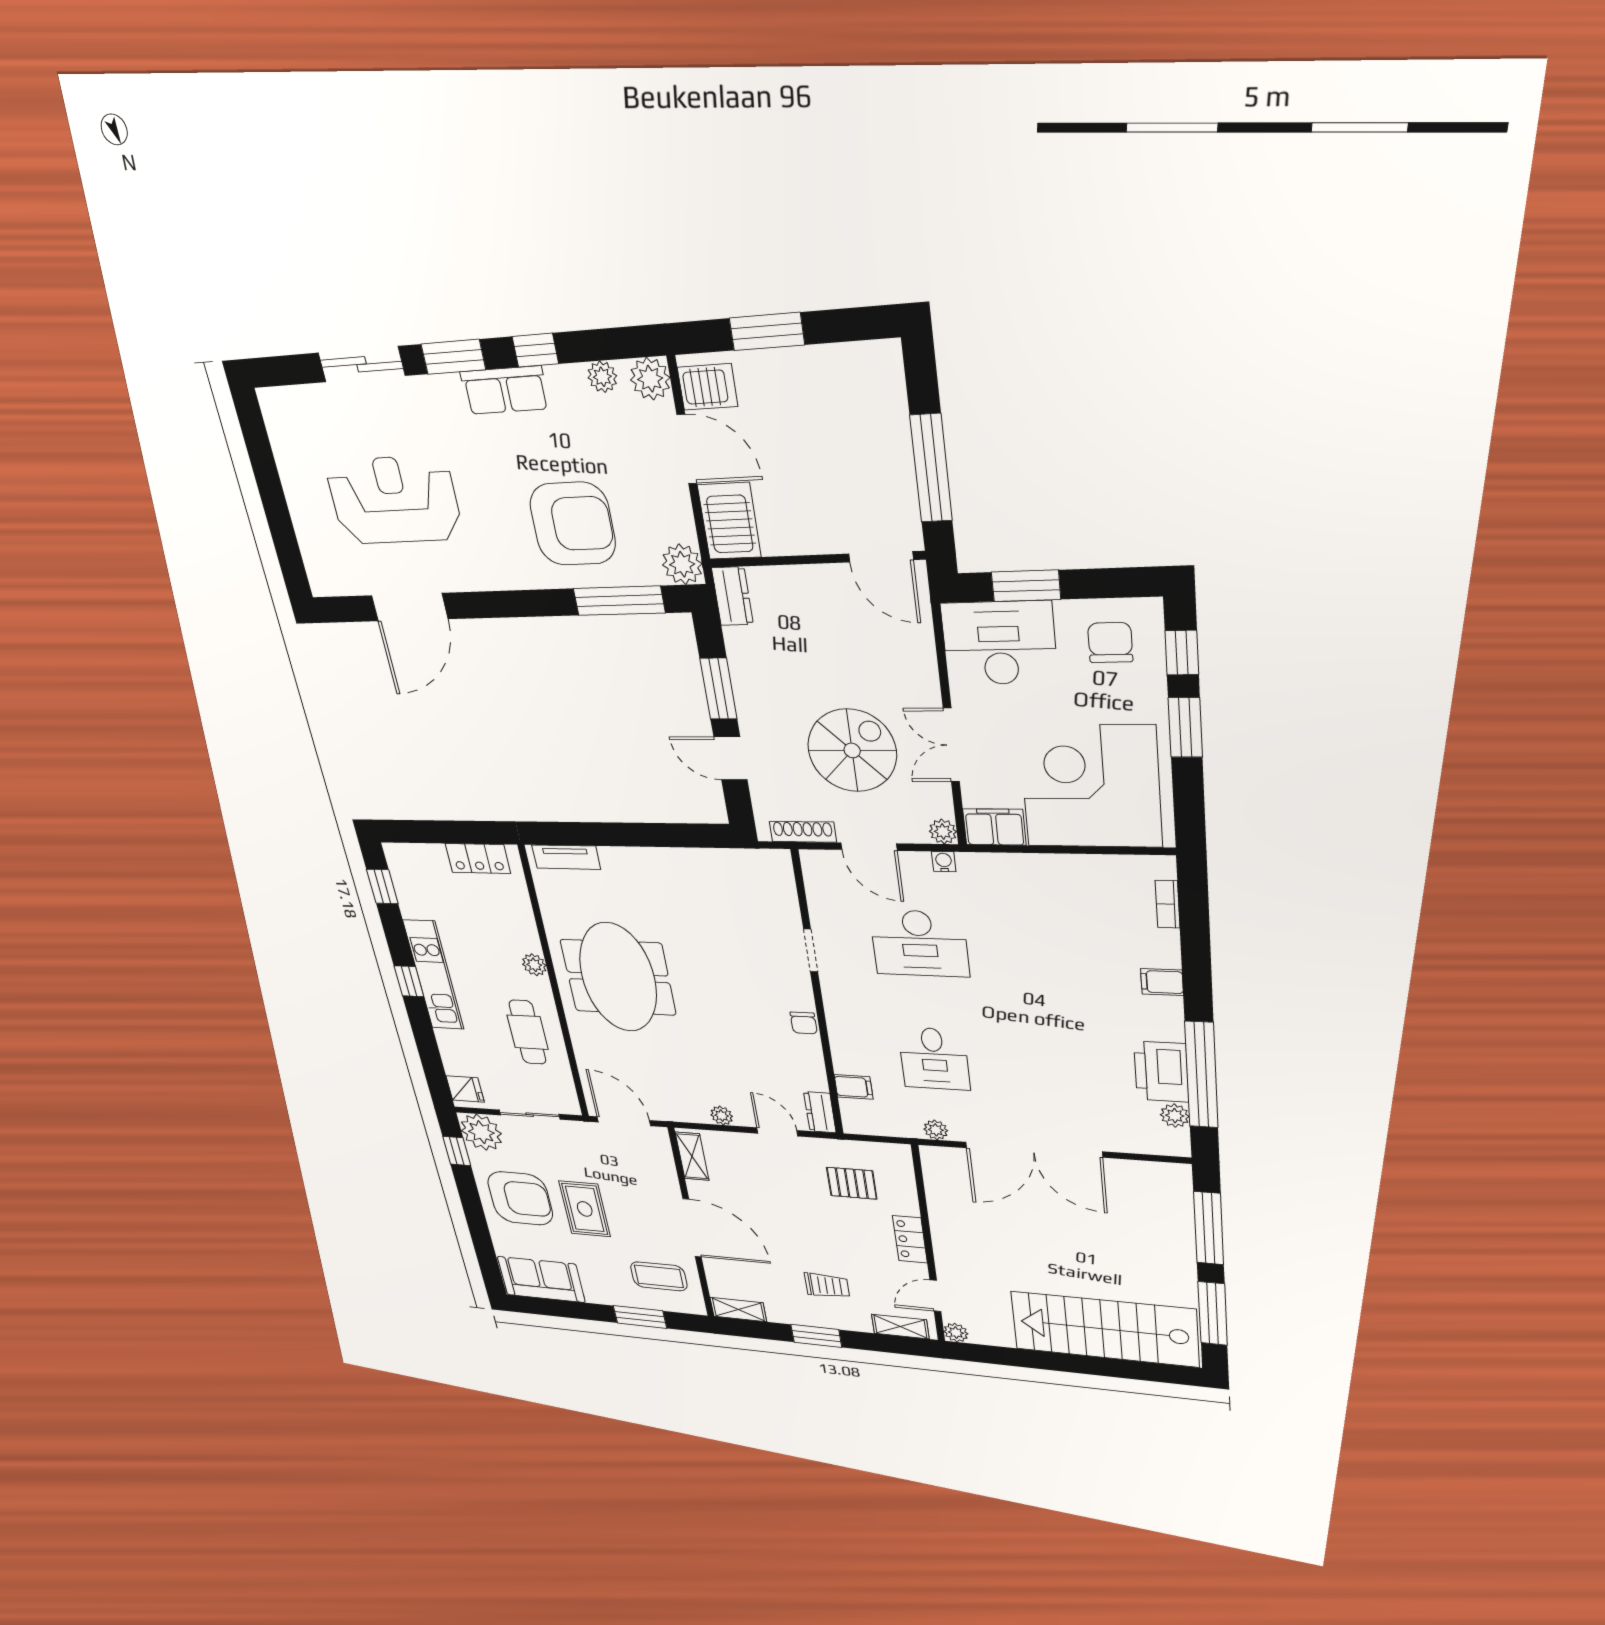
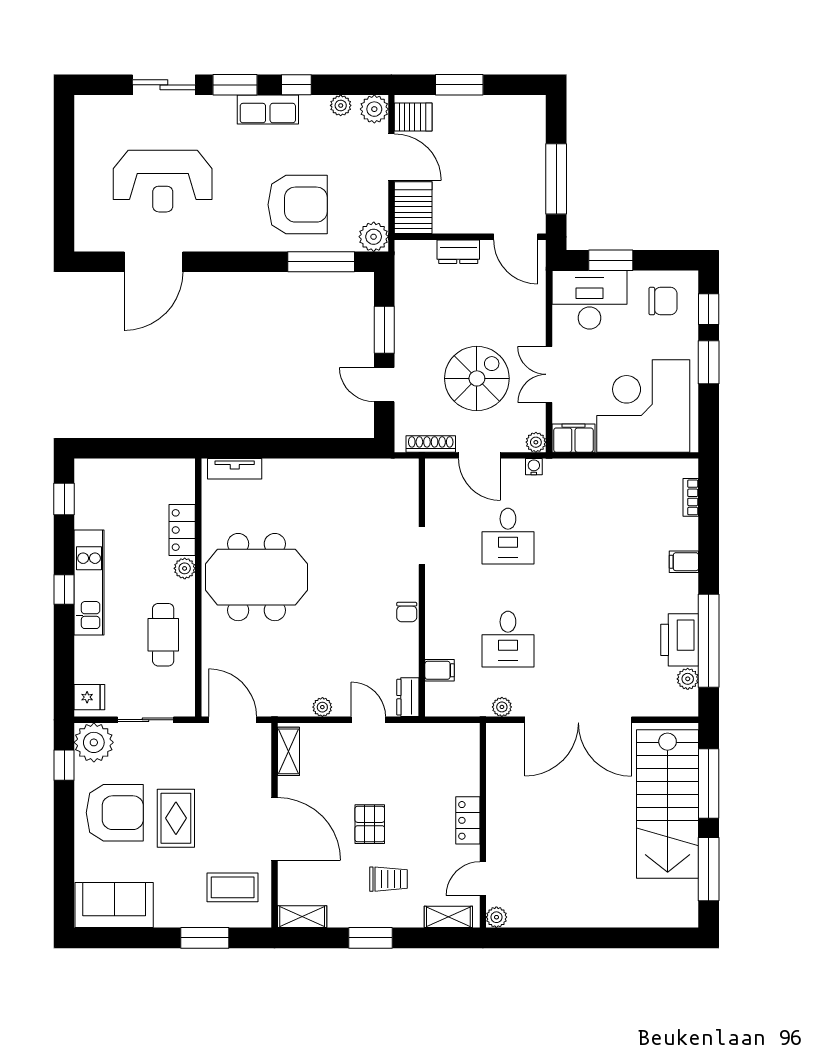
reception desk: (394, 500) -> (163, 181), turned 180
dresser: (732, 596) -> (458, 252), moved, turned 90
chair: (1110, 643) -> (663, 301), turned 90
locker: (478, 858) -> (182, 530), moved, turned 90
desk: (919, 943) -> (508, 536), width x0.73
meeting table: (618, 977) -> (256, 577), turned 90
pallet: (852, 1183) -> (370, 824), moved, turned 90
stairs: (1105, 1329) -> (668, 804), moved, turned -90

